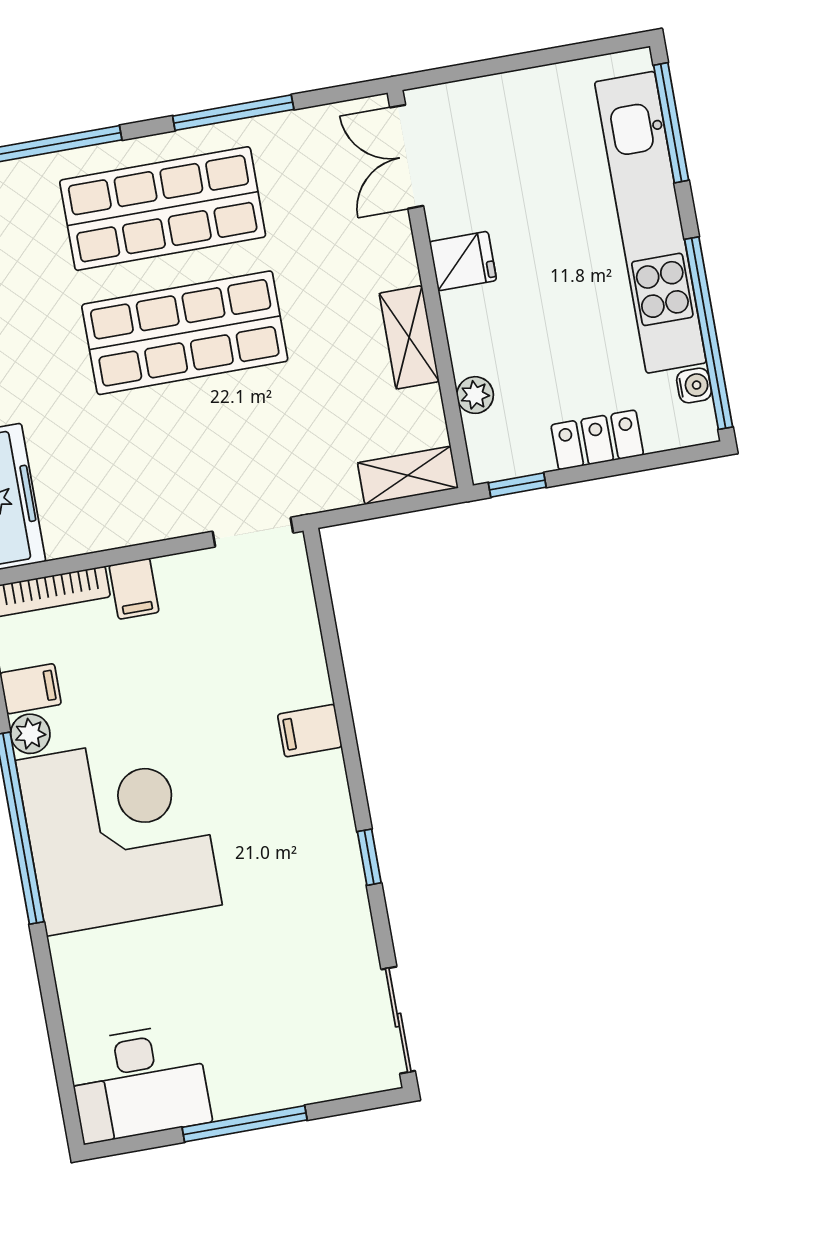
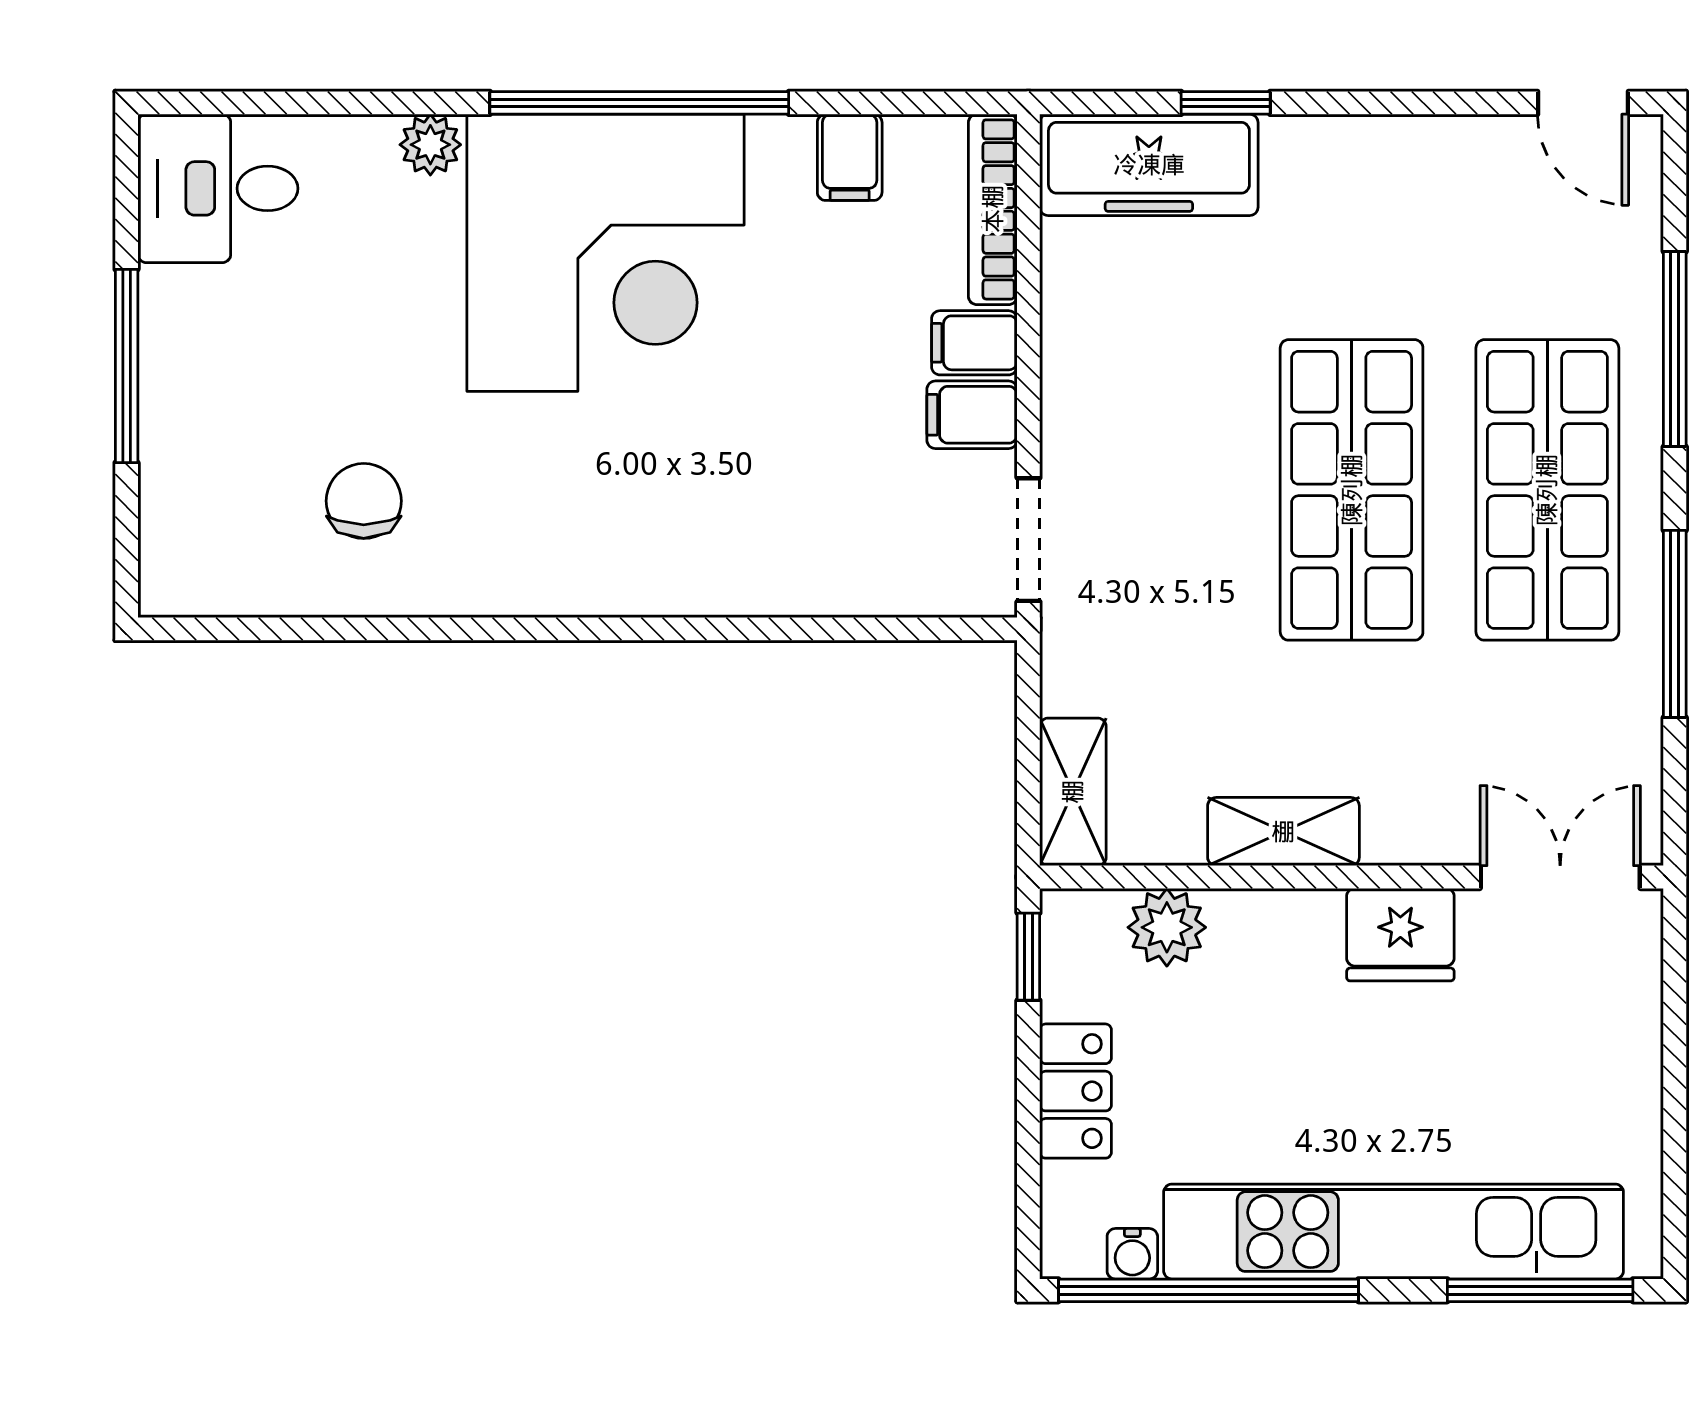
fridge: (463, 261) -> (1400, 935), width x1.38
plant: (475, 395) -> (1167, 927), width x1.38, depth x1.38
filing cabinet: (310, 731) -> (972, 415), moved, turned -90
plant: (30, 734) -> (430, 145), moved
window: (369, 857) -> (500, 629), removed
chair: (303, 958) -> (364, 501), added
sliding door: (398, 1020) -> (243, 629), removed
desk: (139, 1083) -> (218, 188), width x0.73

